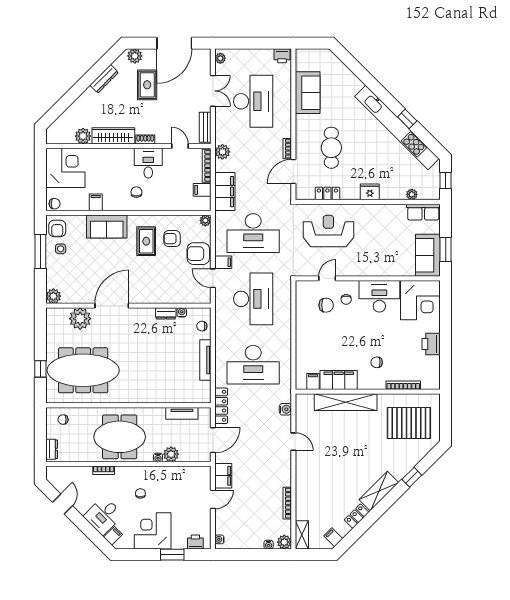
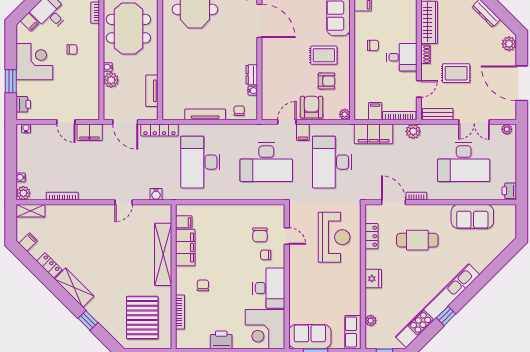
rug: (147, 85) -> (456, 73), moved
armchair: (172, 239) -> (327, 81), turned 90

